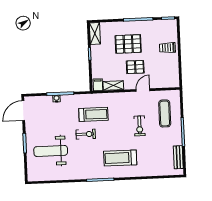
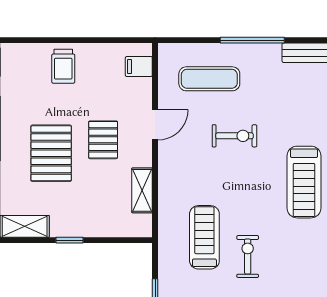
filing cabinet: (98, 85) -> (139, 67), moved
door: (143, 90) -> (155, 125), swing flipped

